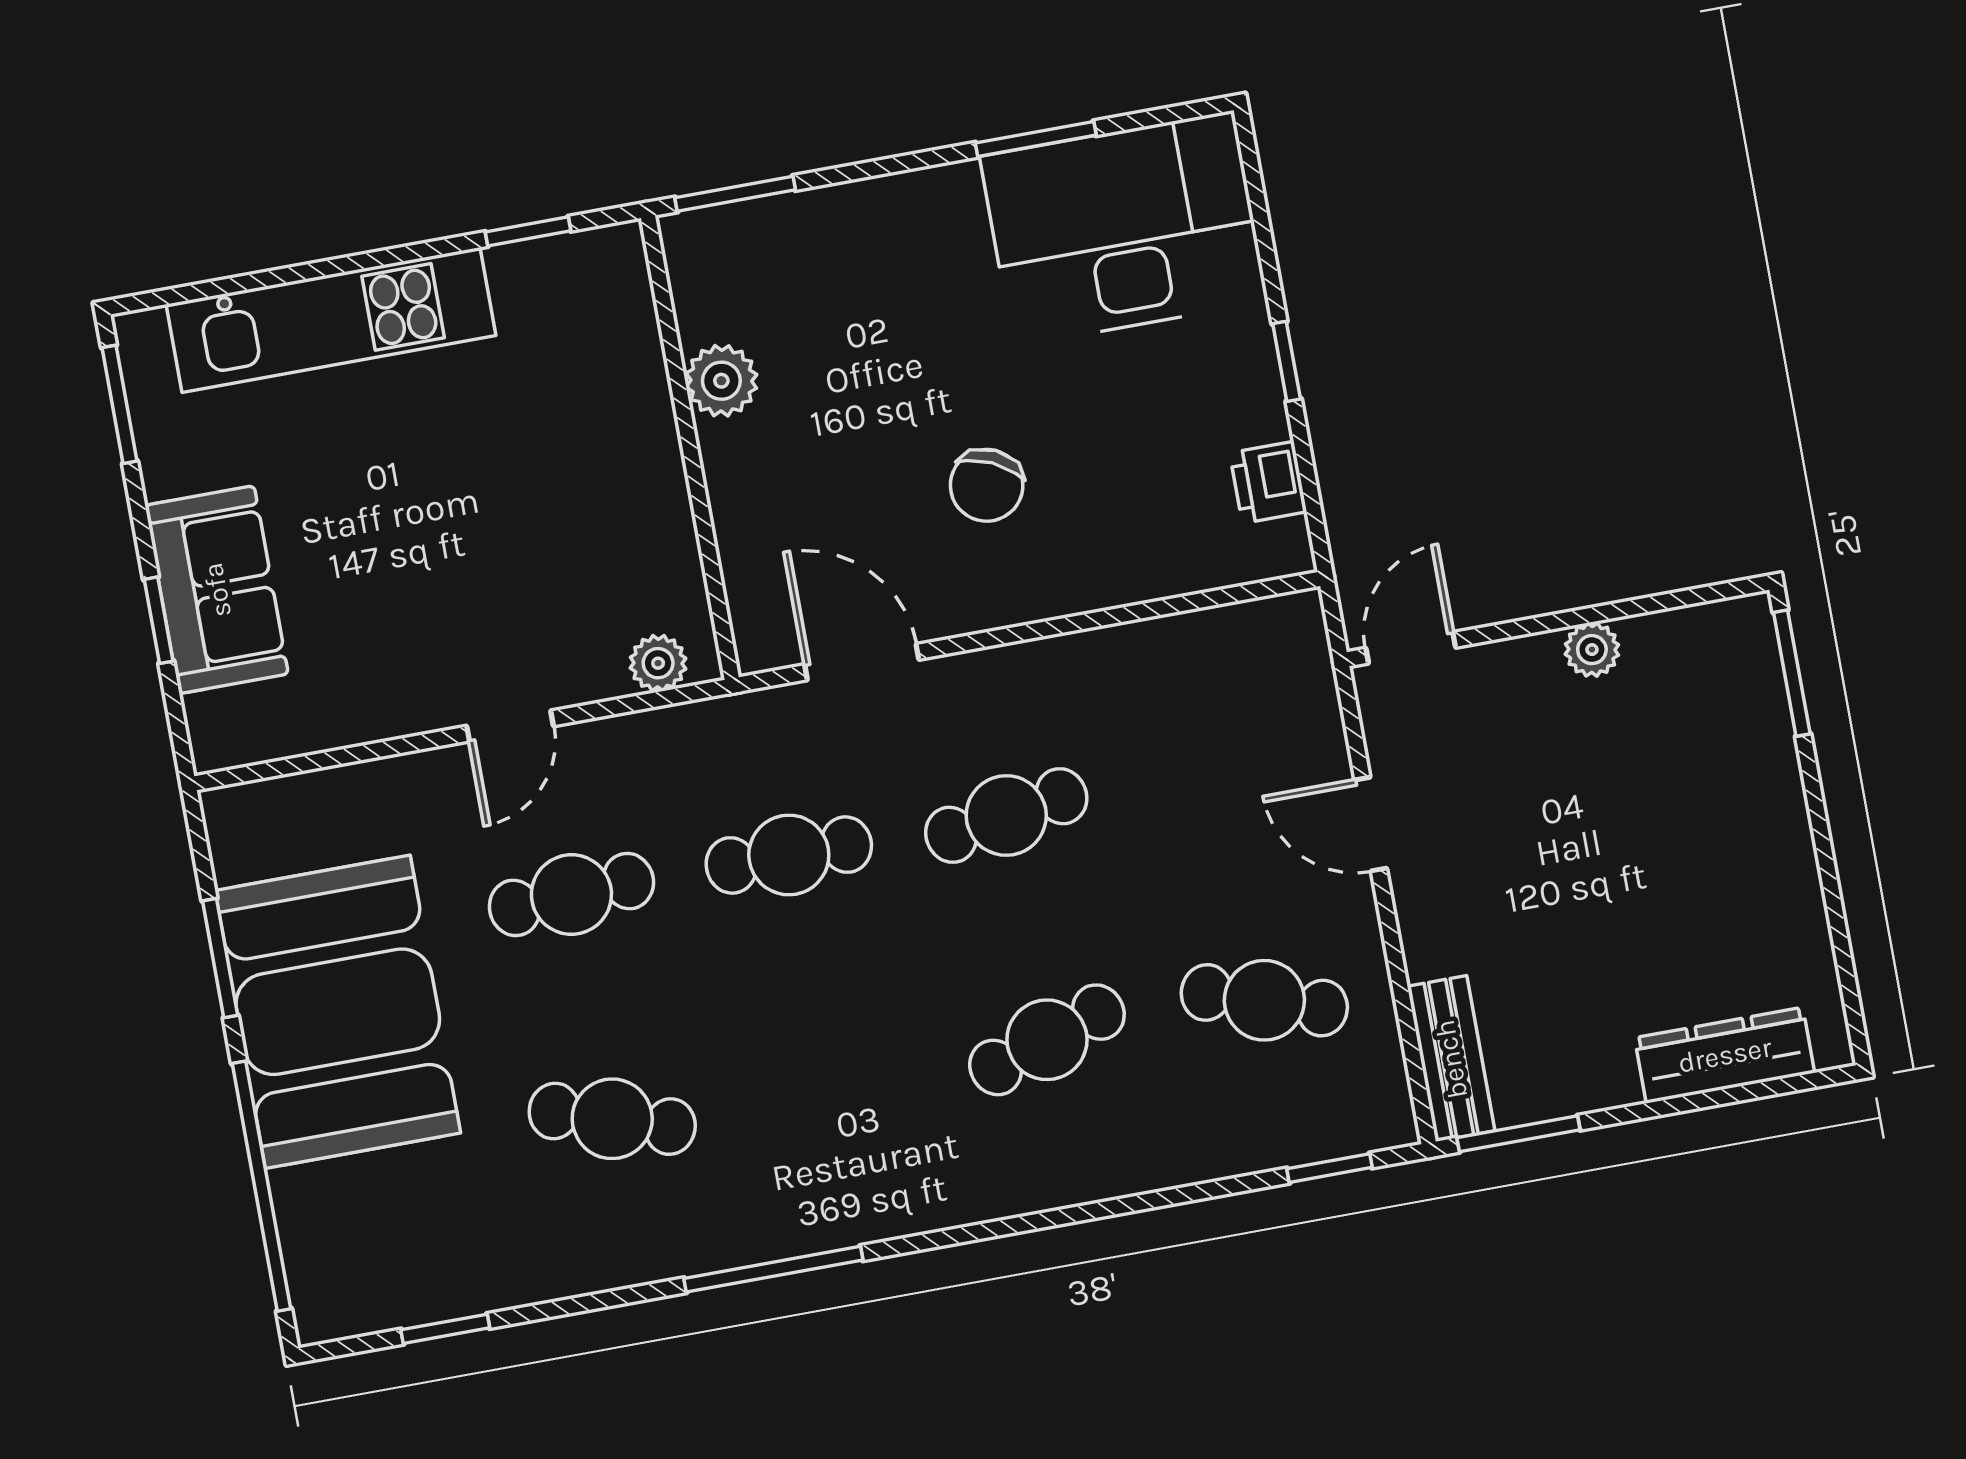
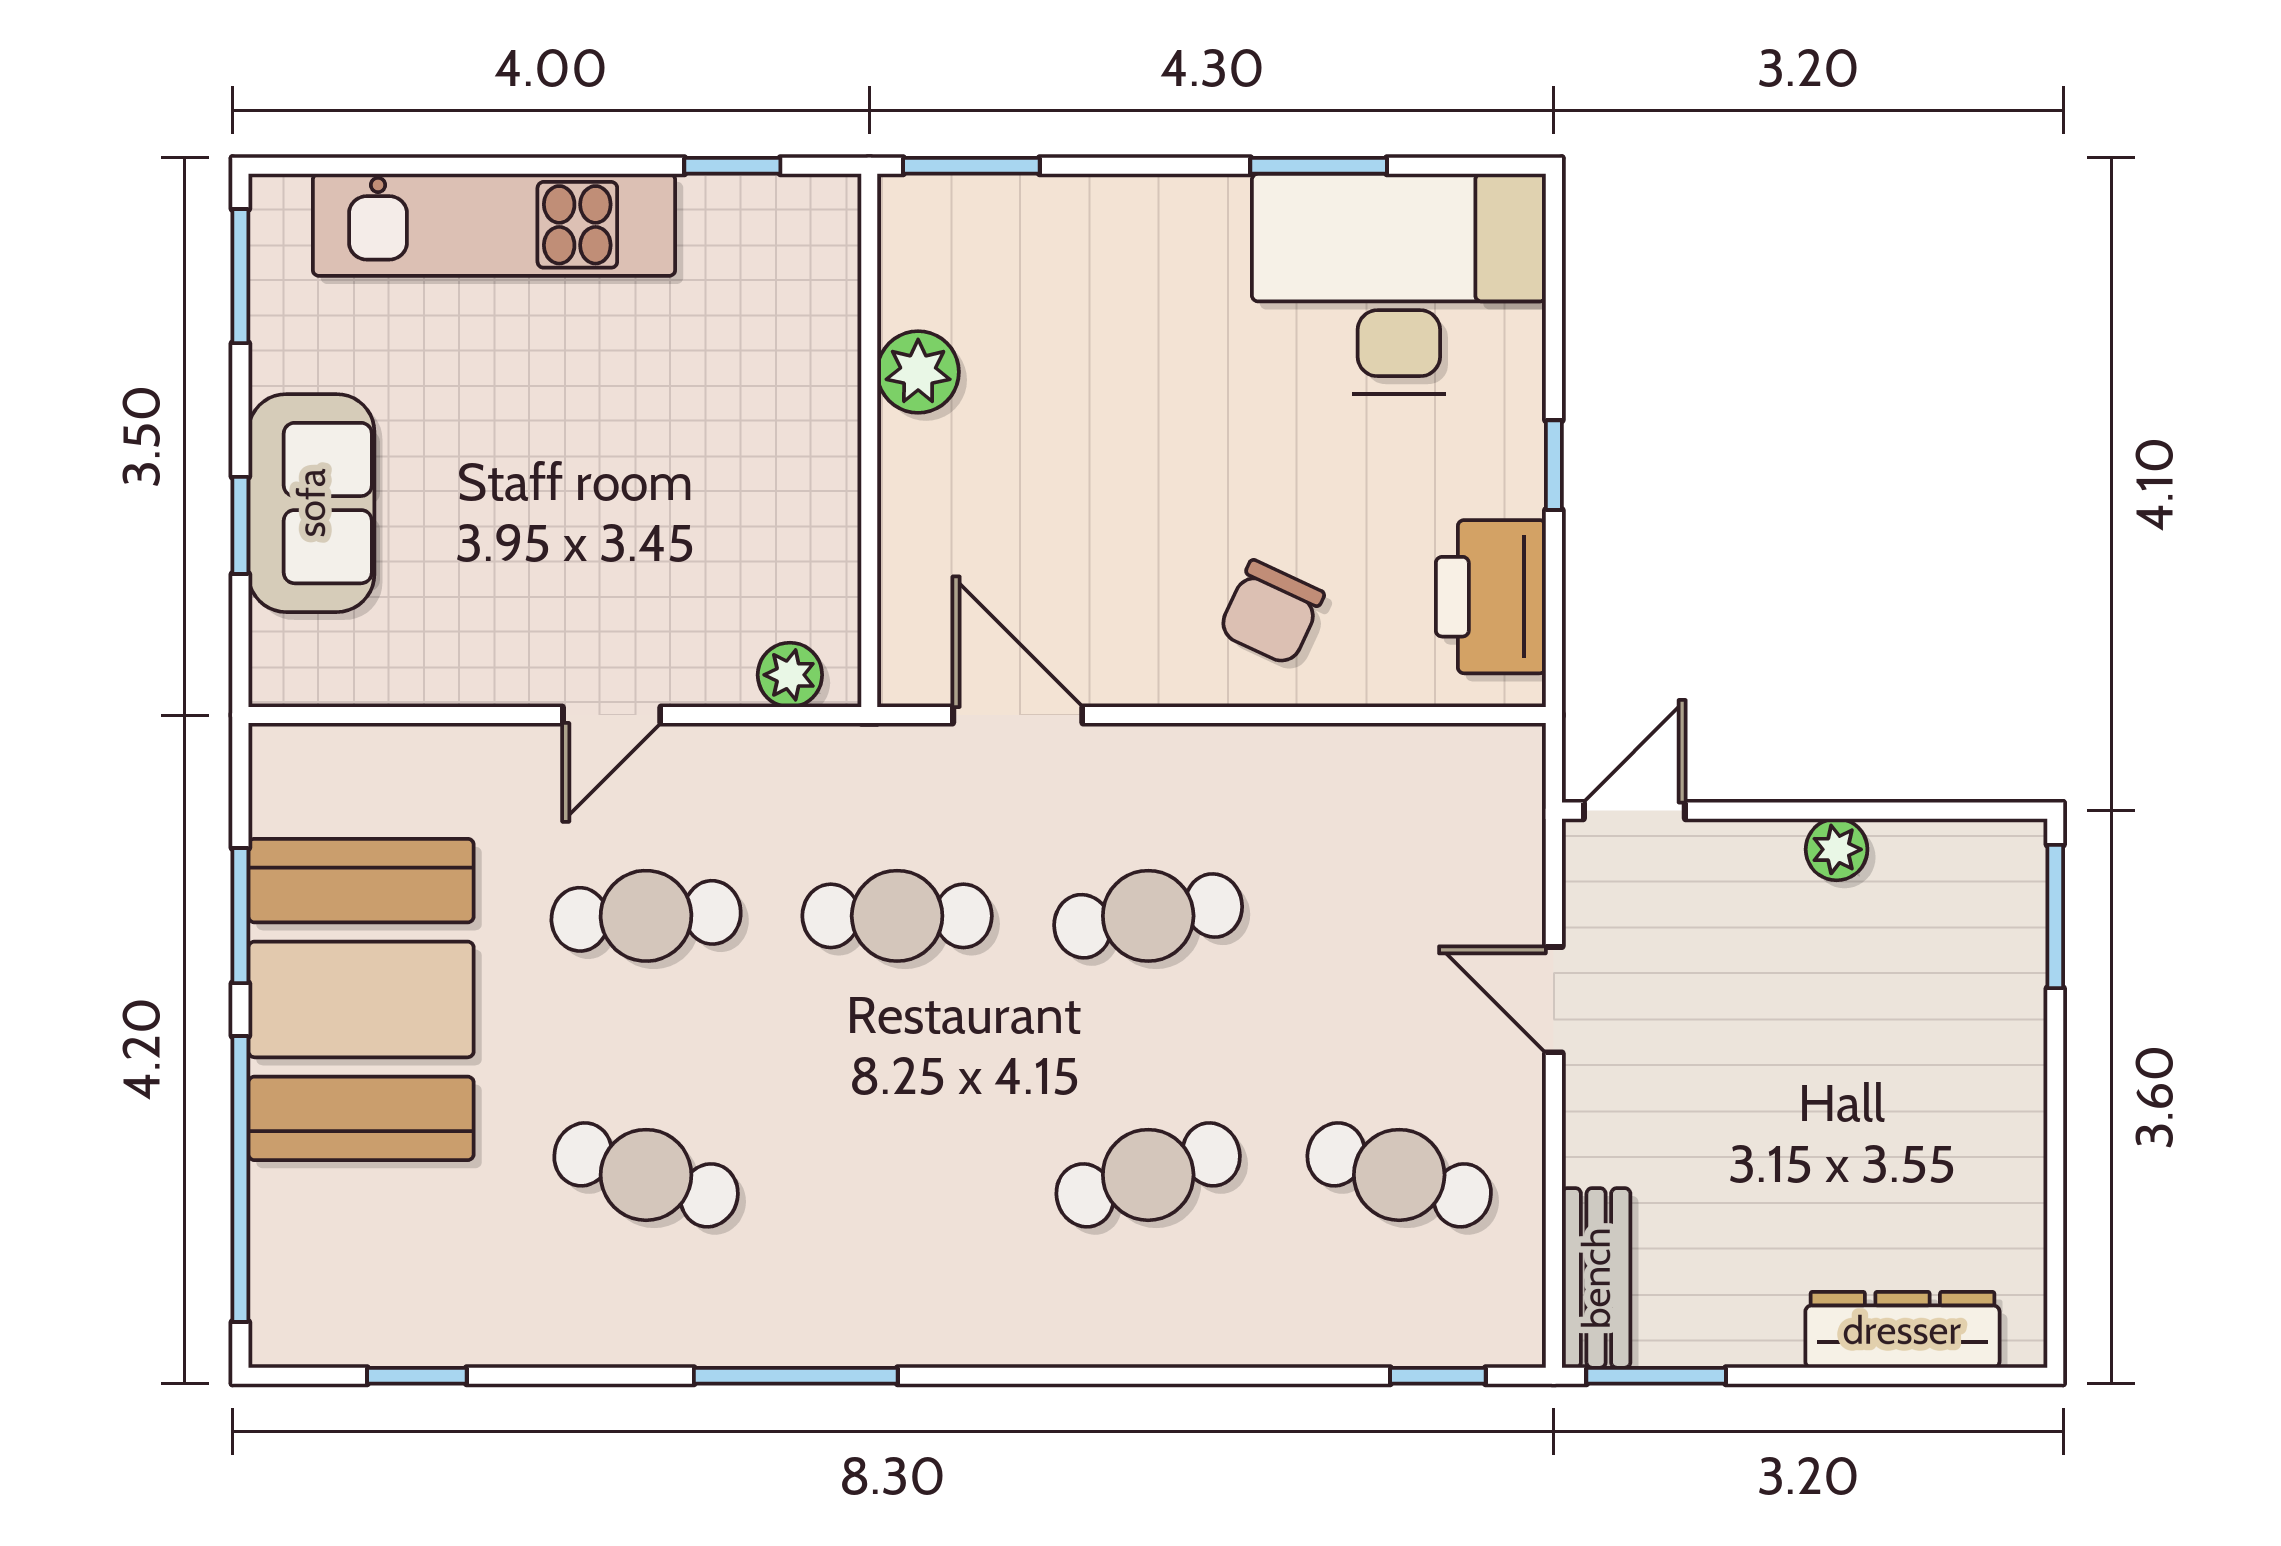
printer: (1268, 482) -> (1491, 597), width x1.87, depth x1.48
chair: (987, 485) -> (1271, 613), moved

